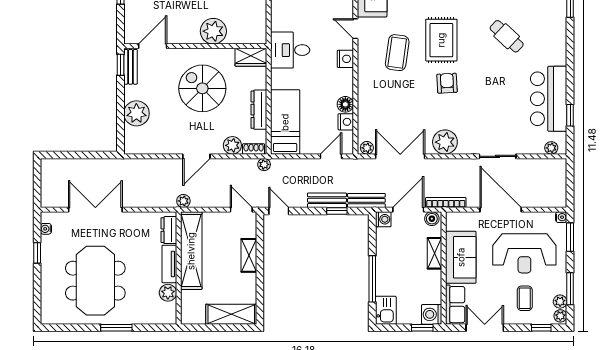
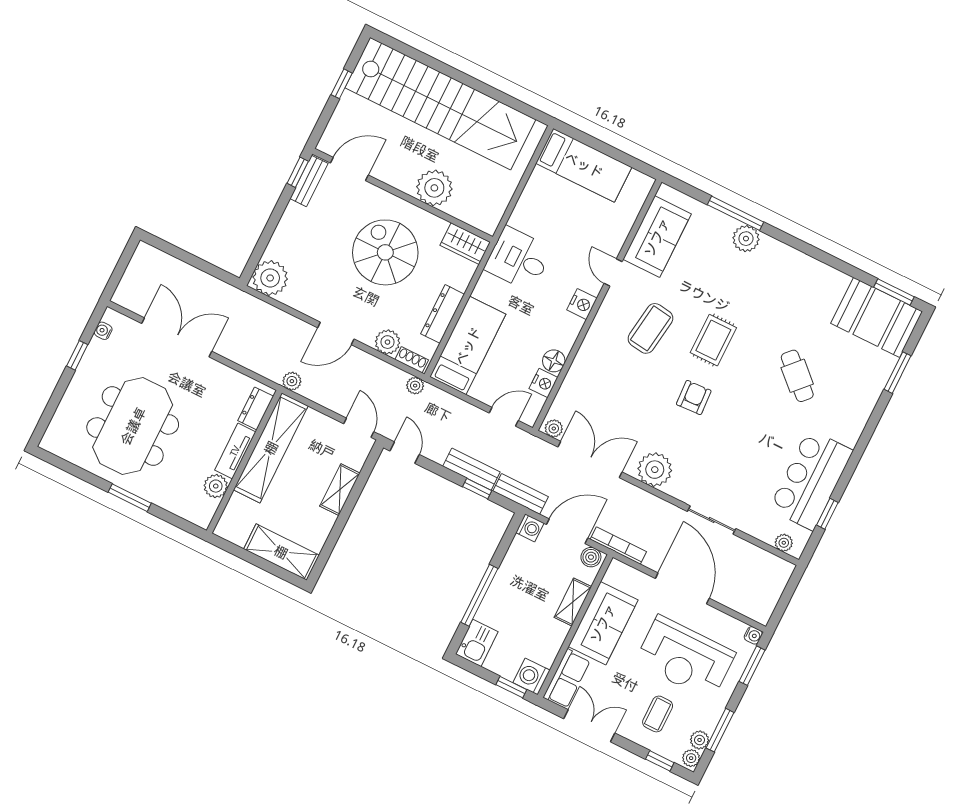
rug: (441, 40) -> (713, 340), width x0.73, depth x0.70
plant: (136, 113) -> (270, 278), moved

